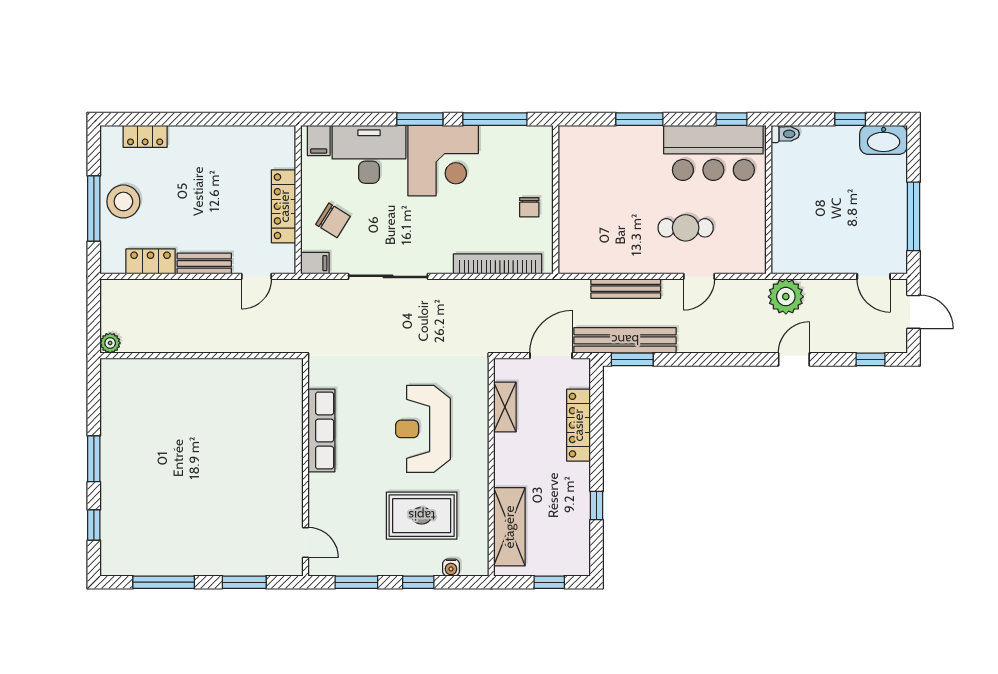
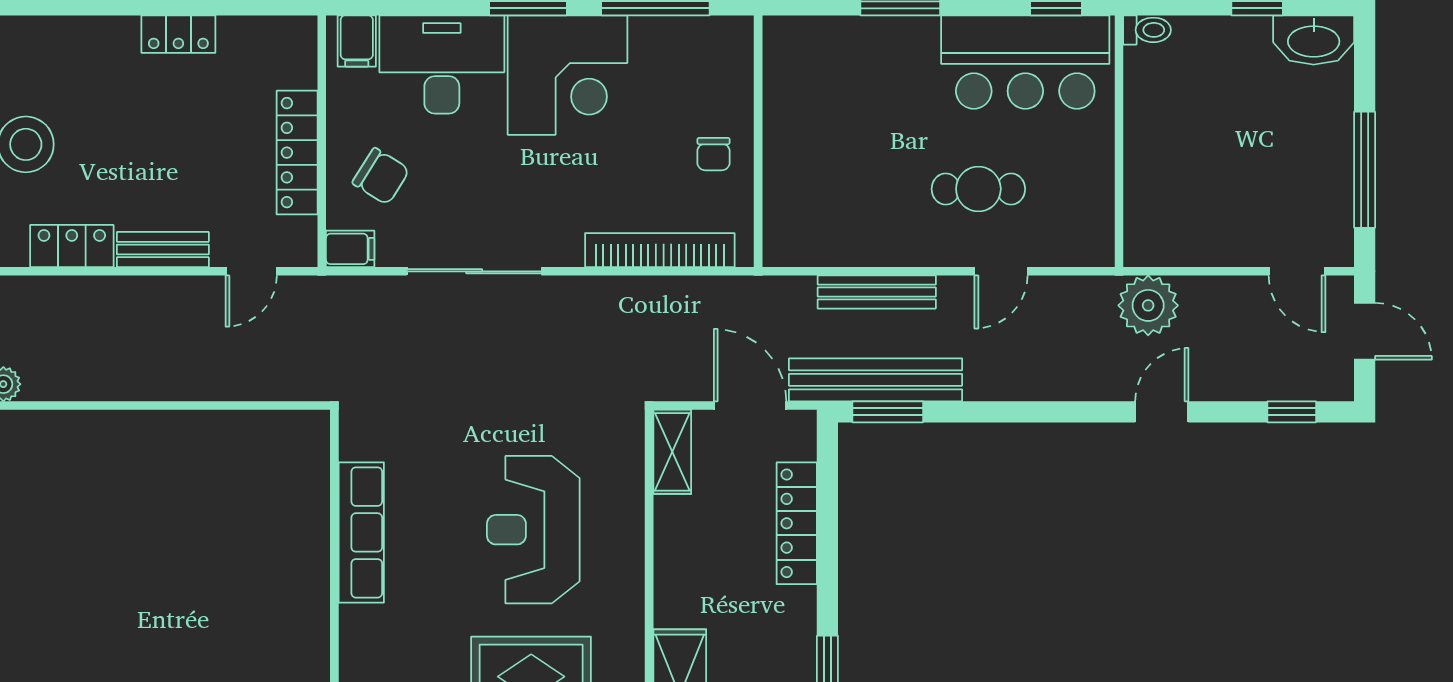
locker: (145, 136) -> (178, 34), moved
door: (551, 356) -> (750, 406), hinge flipped
shelving: (505, 407) -> (672, 452), moved

